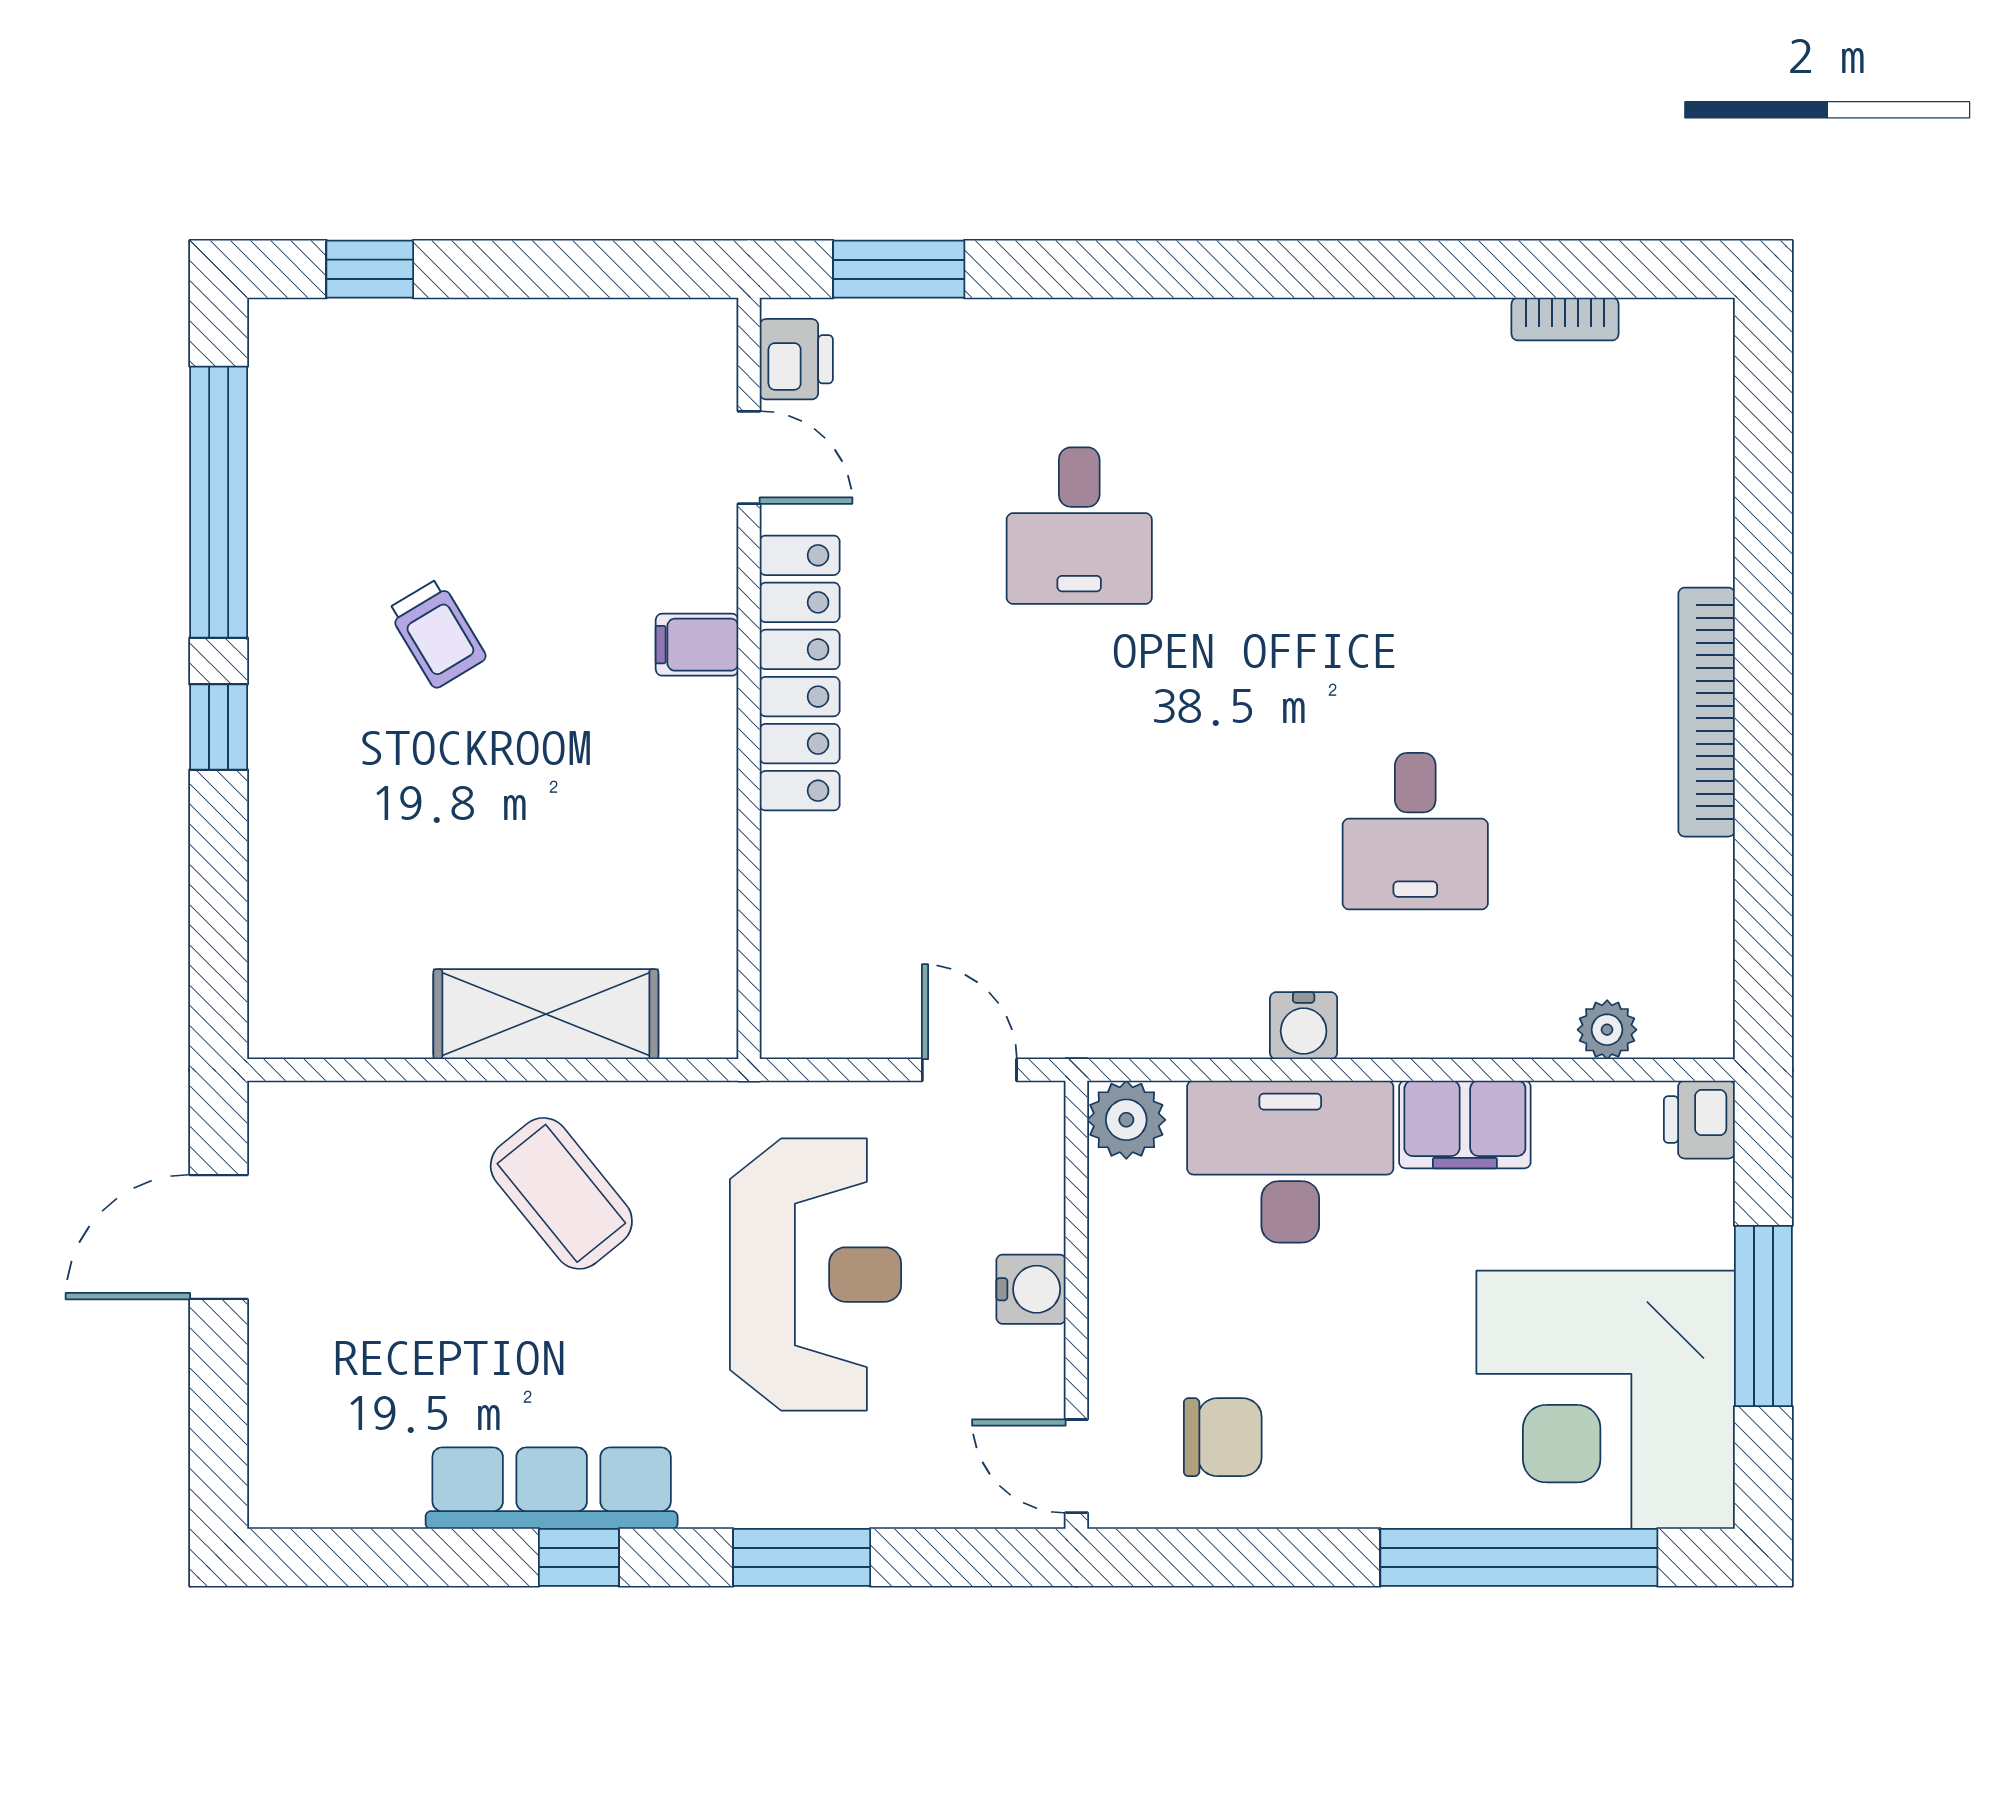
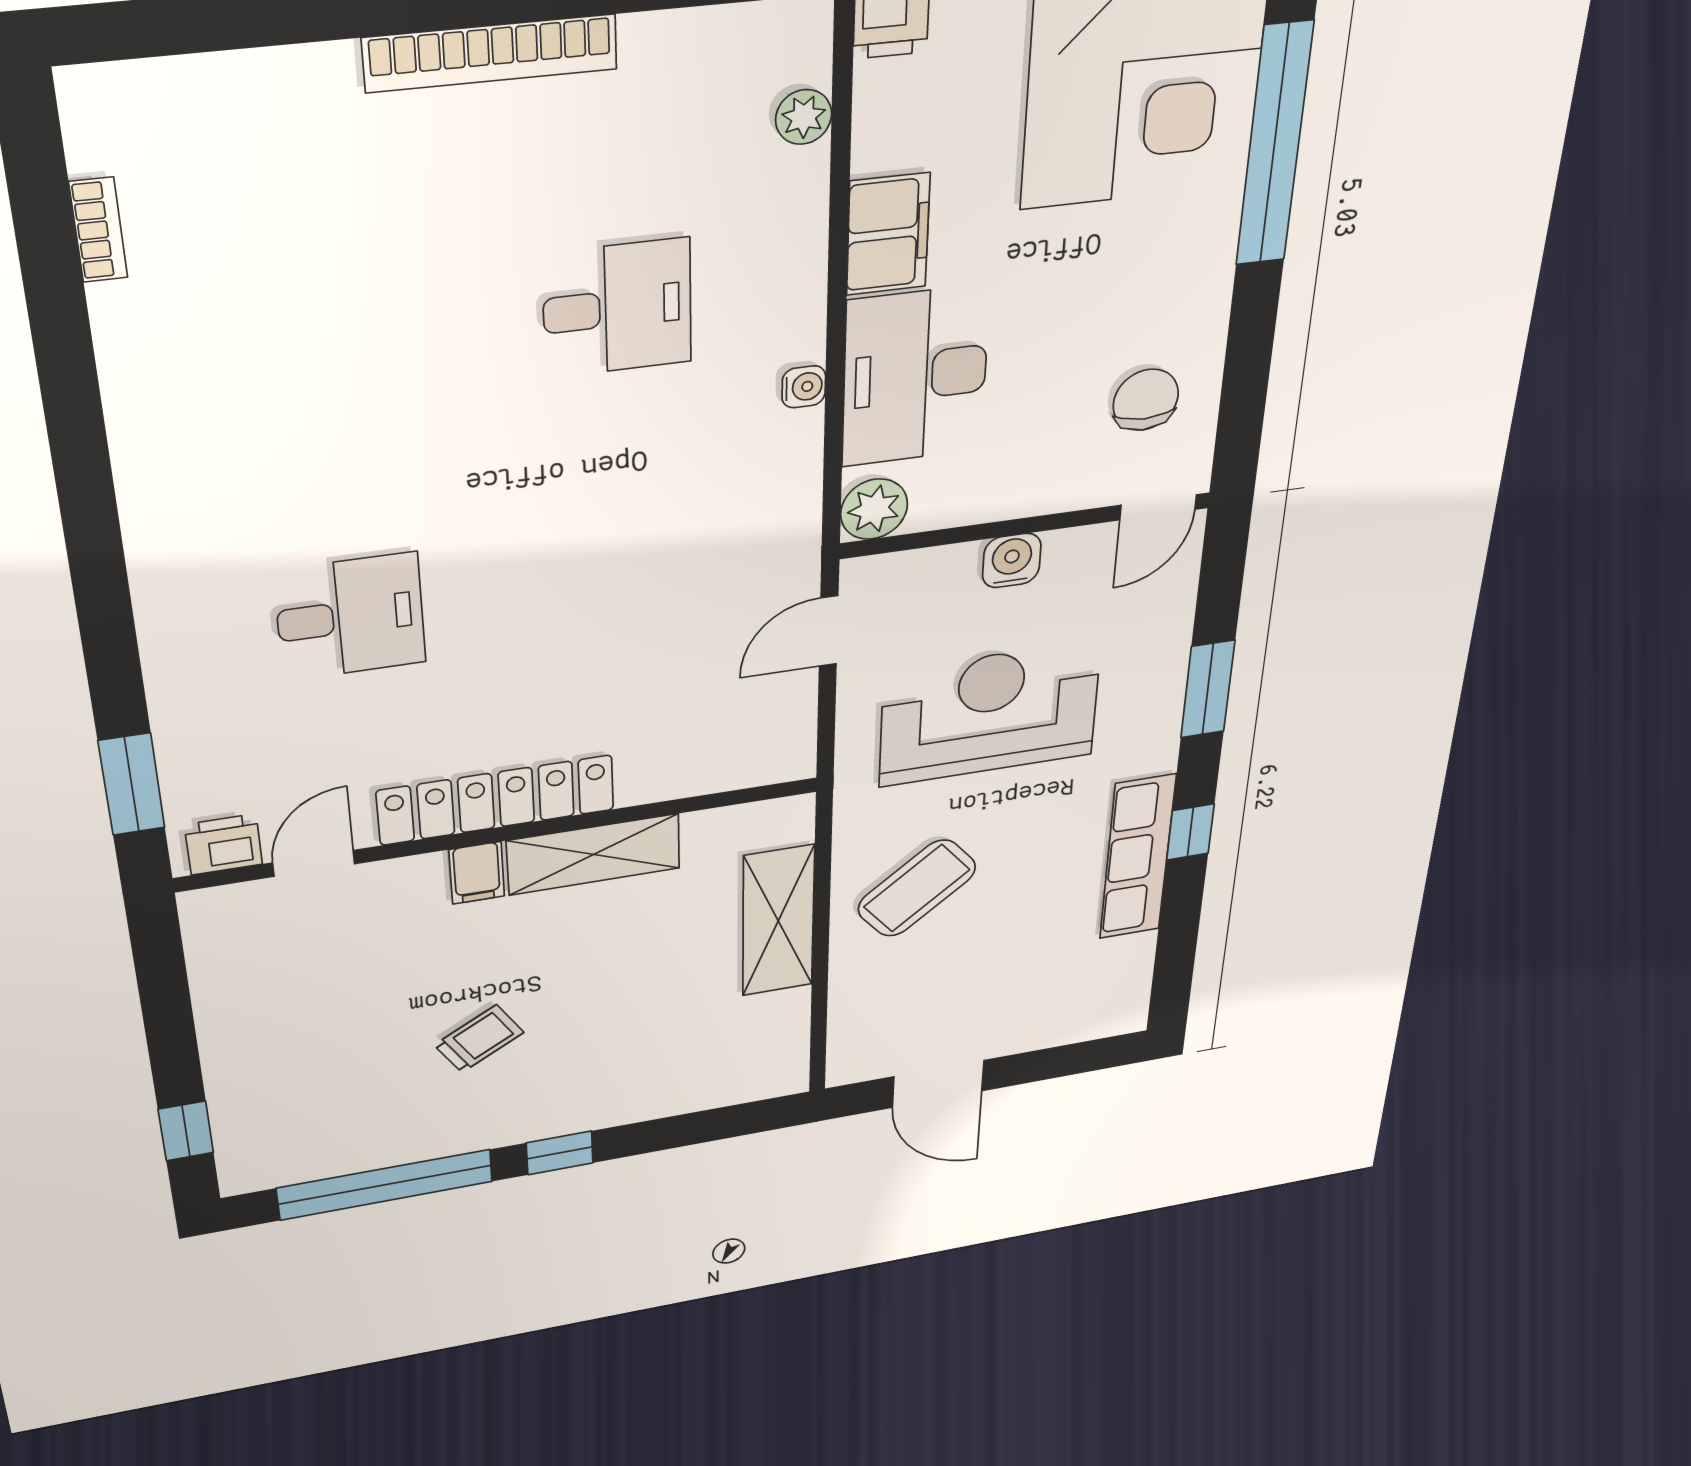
shelving: (697, 785) -> (594, 854), added
water cooler: (1304, 1026) -> (804, 387), width x0.72, depth x0.72

